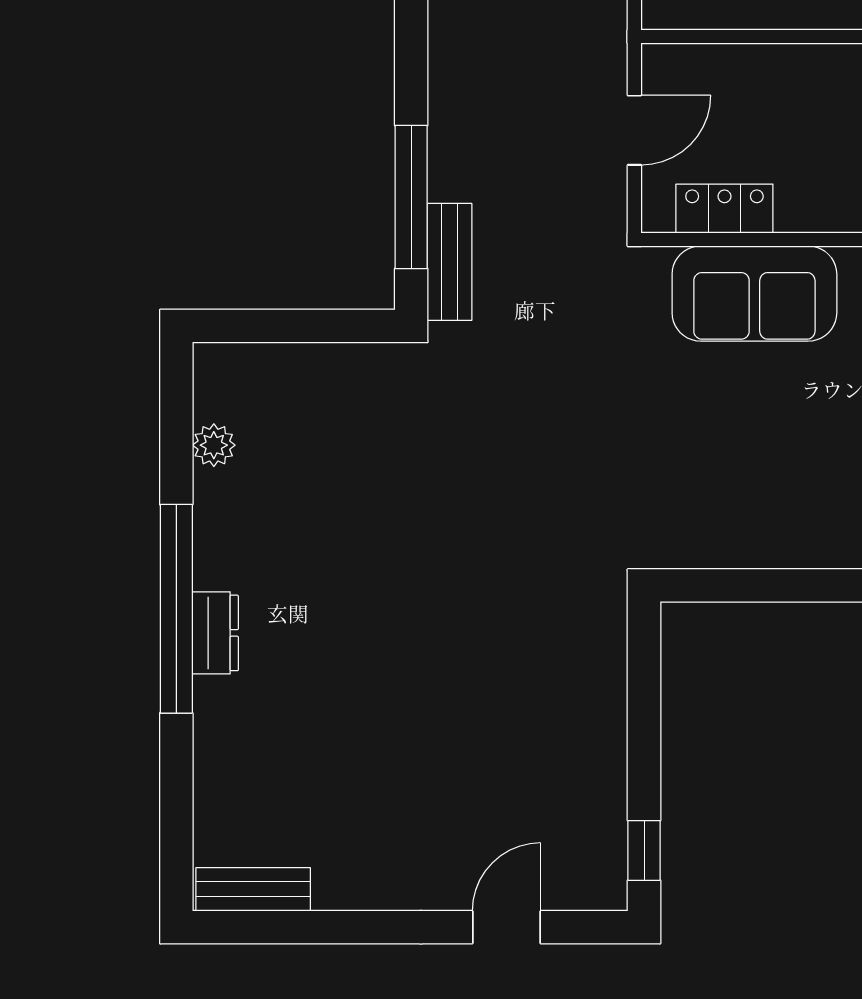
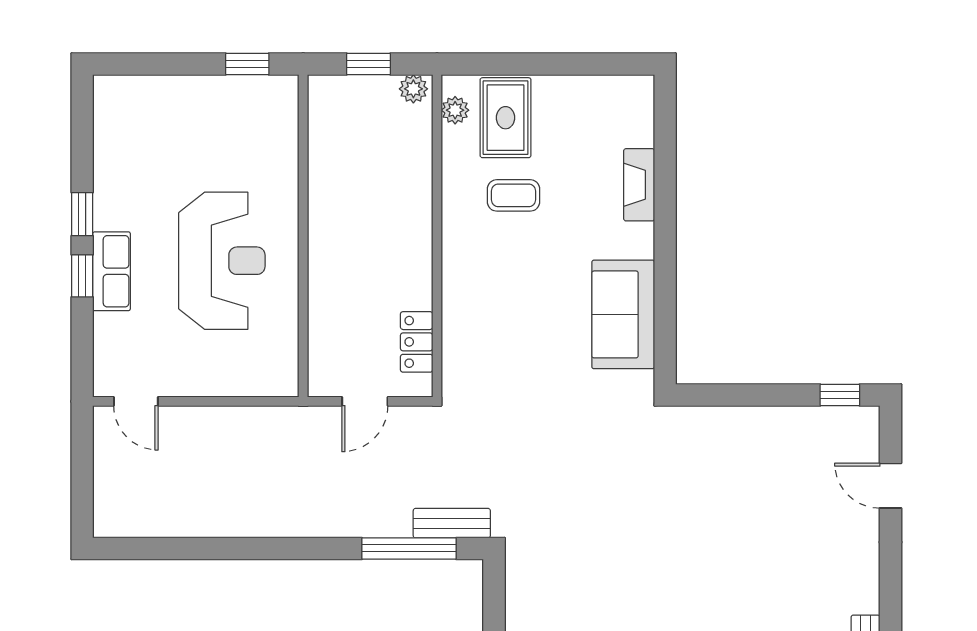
door: (634, 130) -> (365, 401), swing flipped
sofa: (754, 294) -> (623, 314), moved, turned 180

